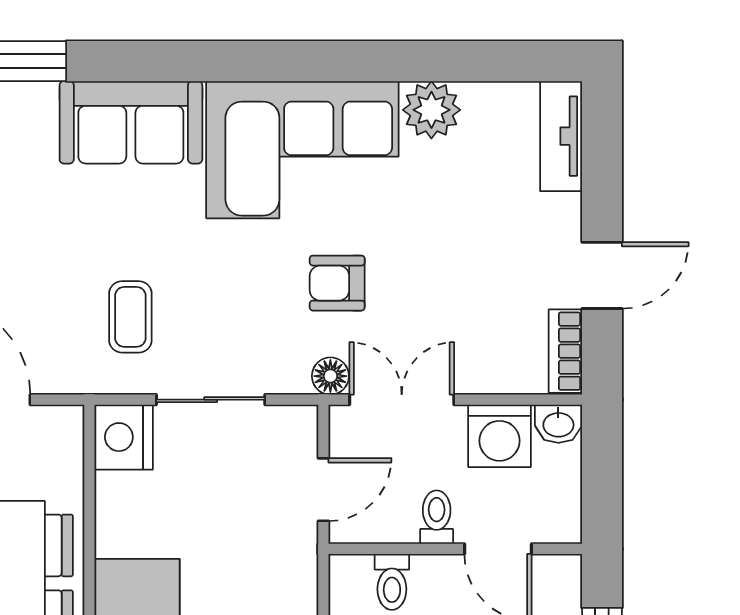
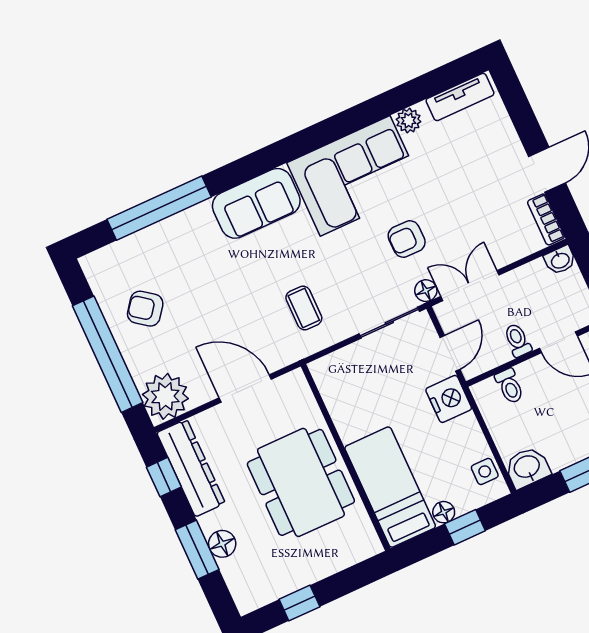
plant: (431, 110) -> (409, 120), width x0.73, depth x0.73
tv unit: (561, 136) -> (460, 97), moved, turned -90
sliding door: (211, 400) -> (389, 323), moved
washing machine: (499, 436) -> (531, 281), removed
nightstand: (124, 437) -> (449, 399), moved, turned 180

